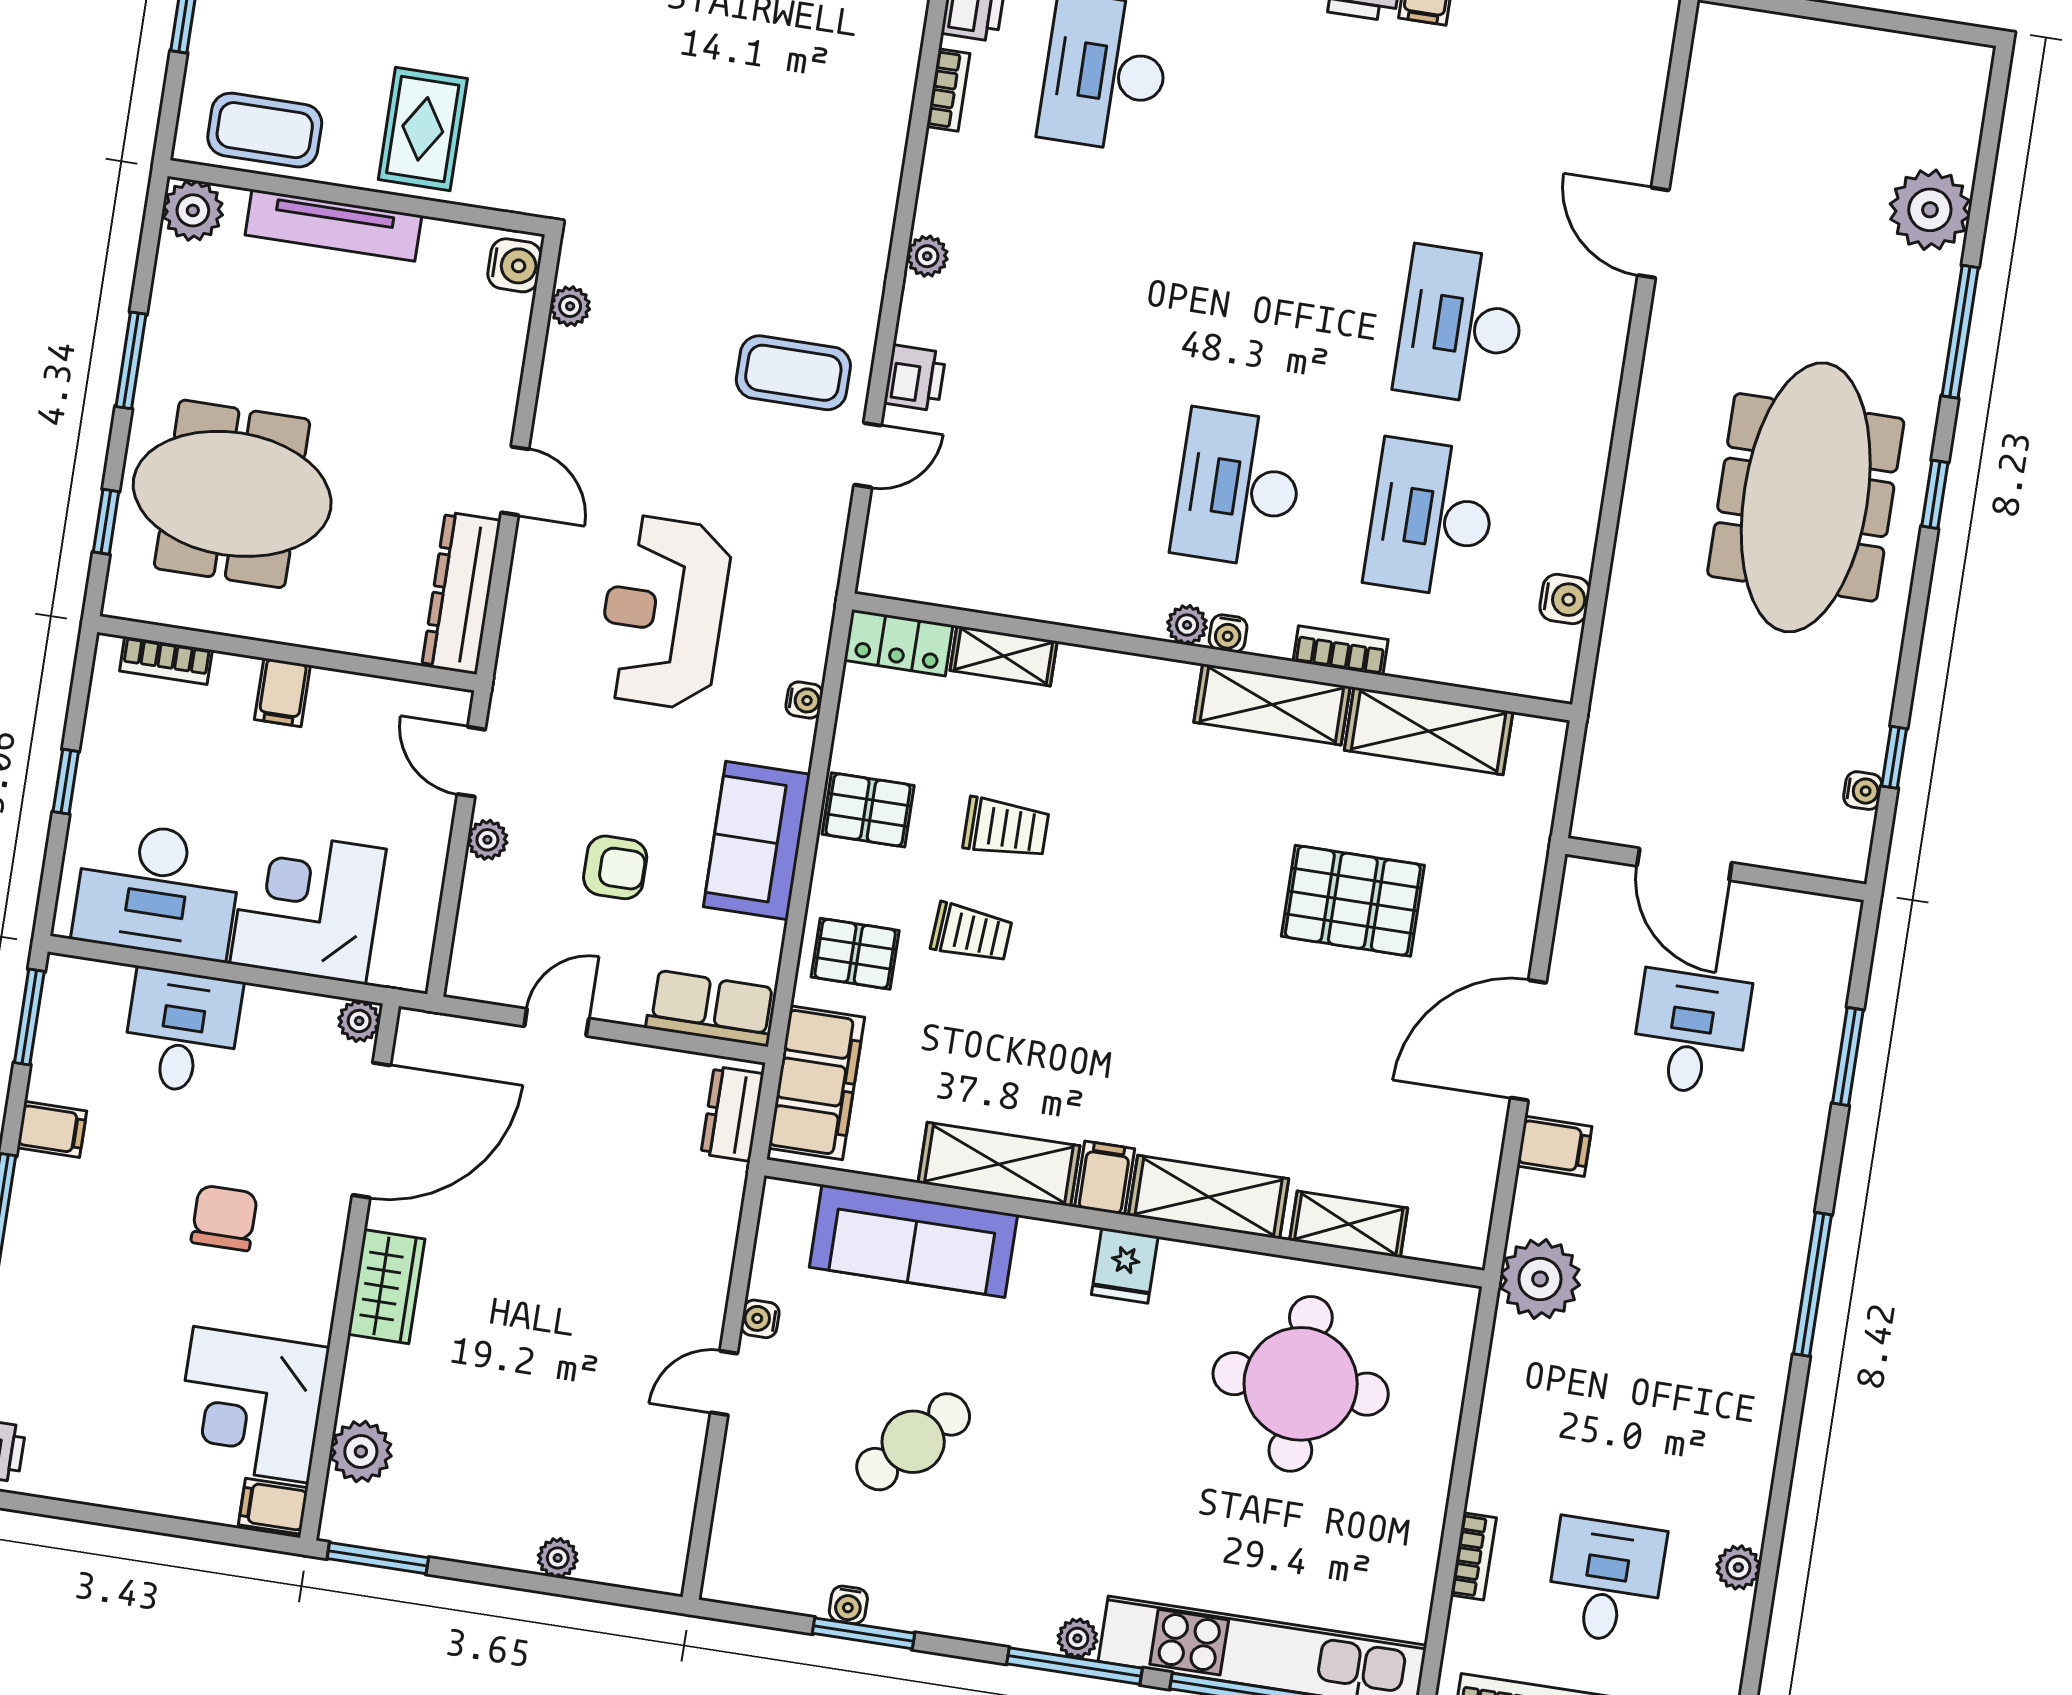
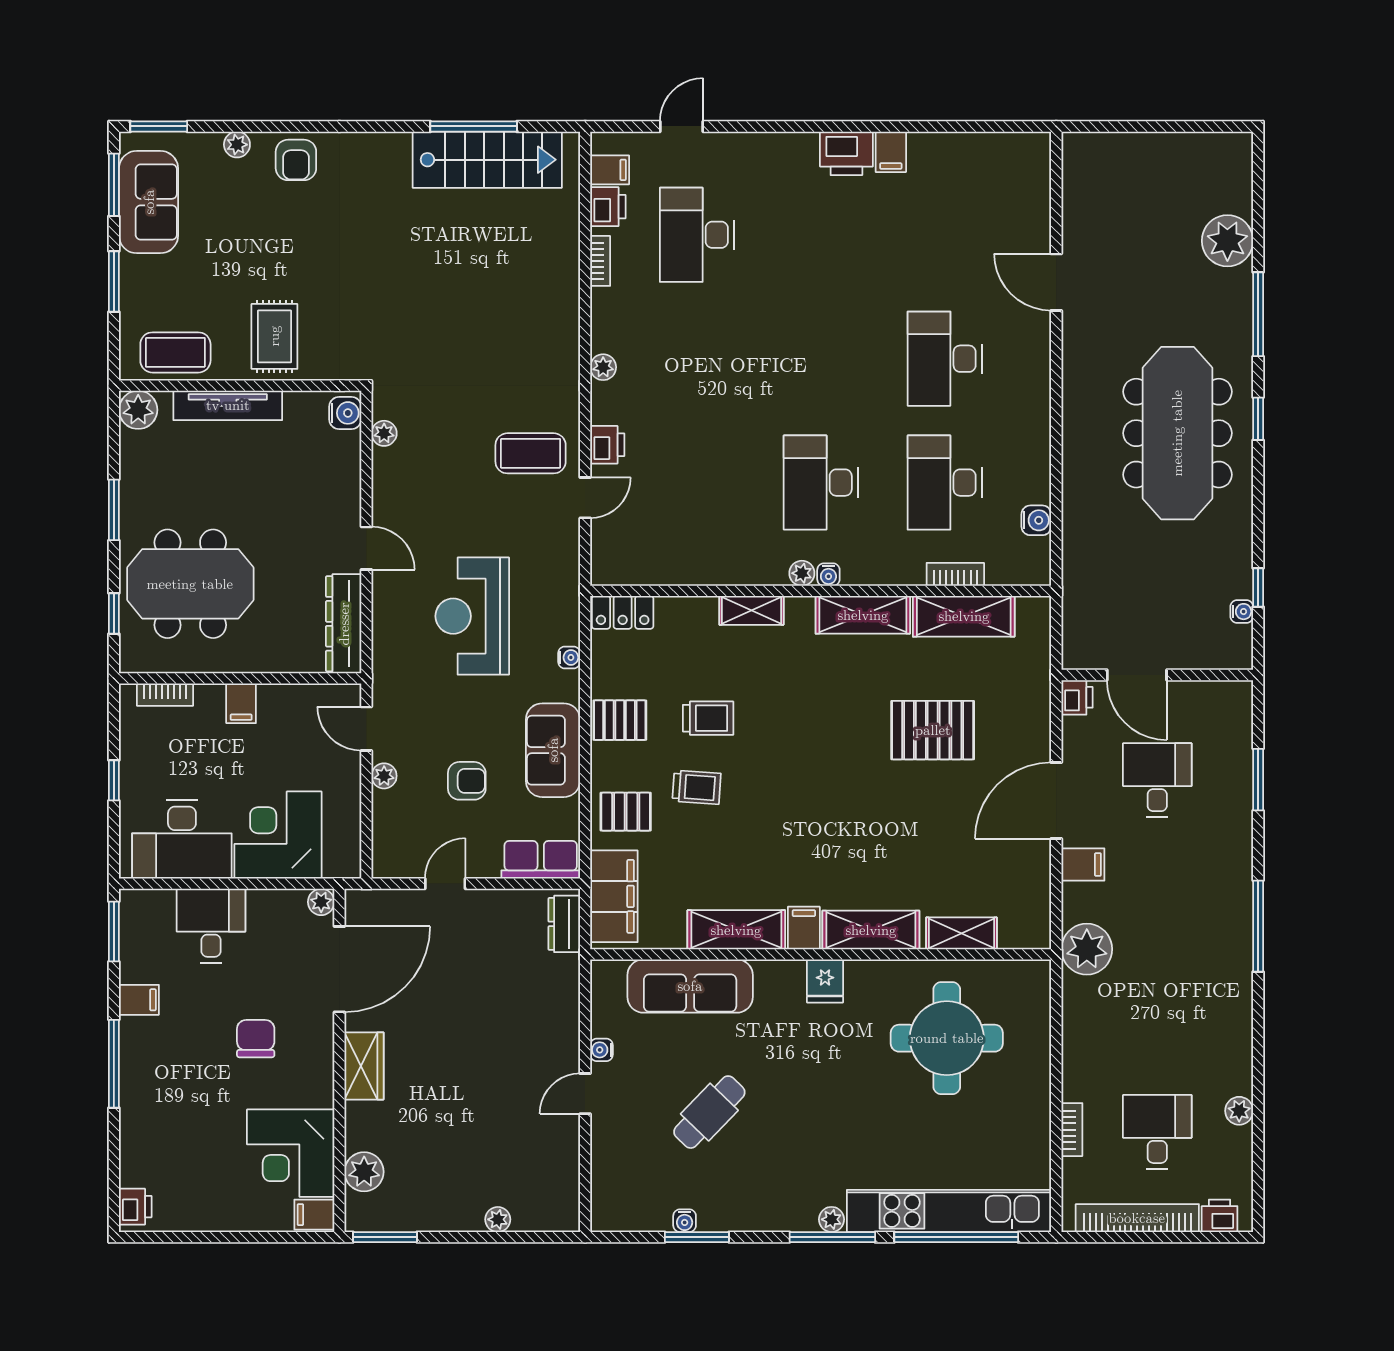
bookcase: (1341, 650) -> (955, 574), moved
shelving: (1004, 656) -> (751, 610), moved
printer: (1586, 885) -> (1077, 697), added

